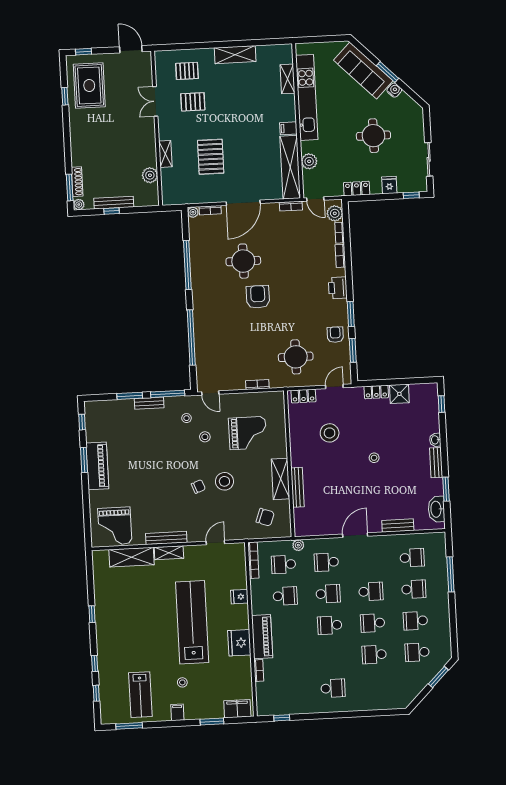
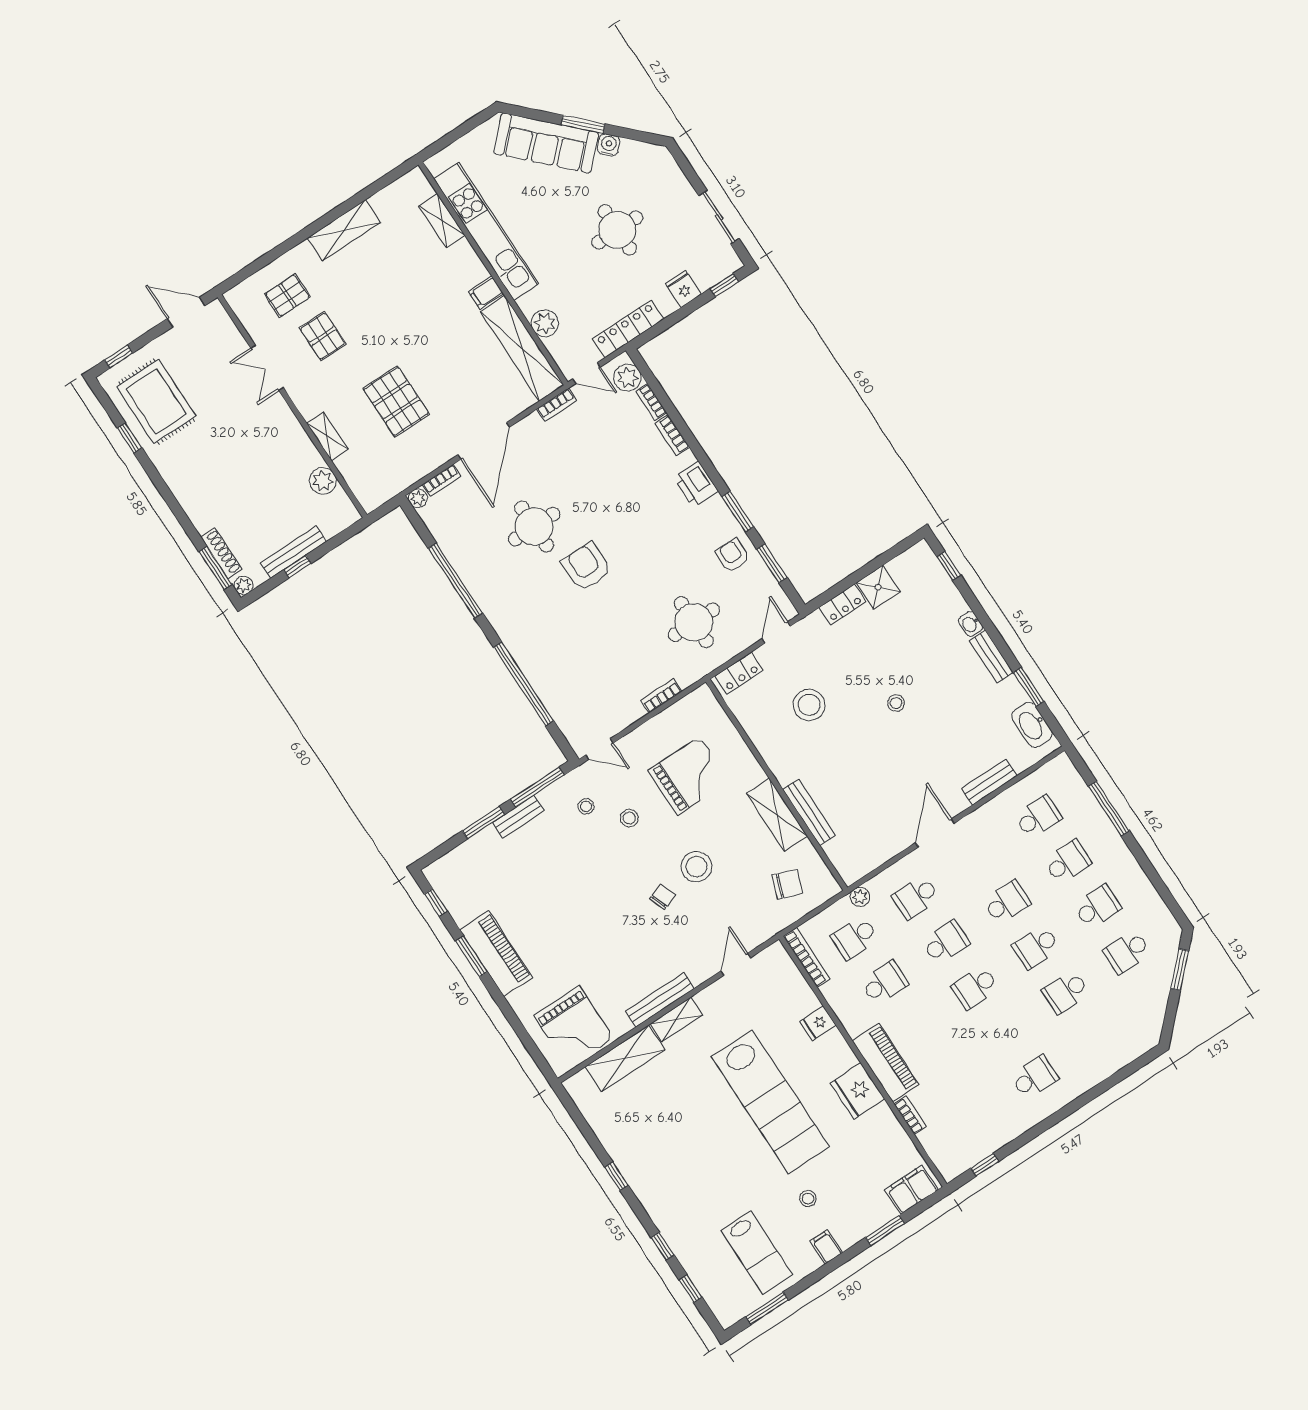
pallet: (193, 102) -> (323, 336), turned 90
locker: (357, 189) -> (628, 329), width x1.53
school desk: (415, 621) -> (1097, 907), turned 180
lab bench: (192, 622) -> (770, 1102), turned 180

